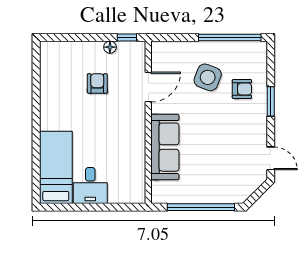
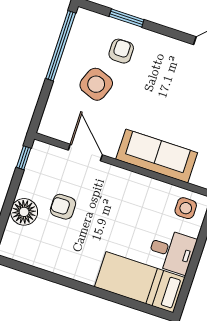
floor lamp: (110, 47) -> (24, 212), moved, width x1.89, depth x1.89
window: (271, 101) -> (127, 18), moved
side table: (130, 185) -> (186, 208), added

